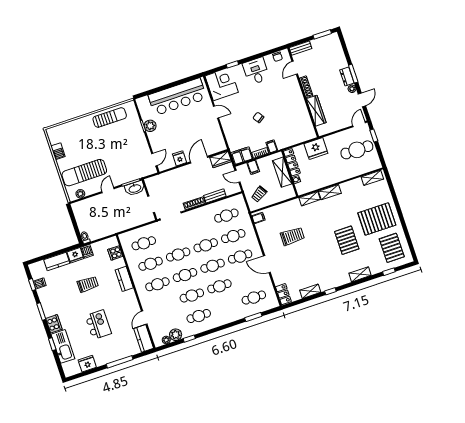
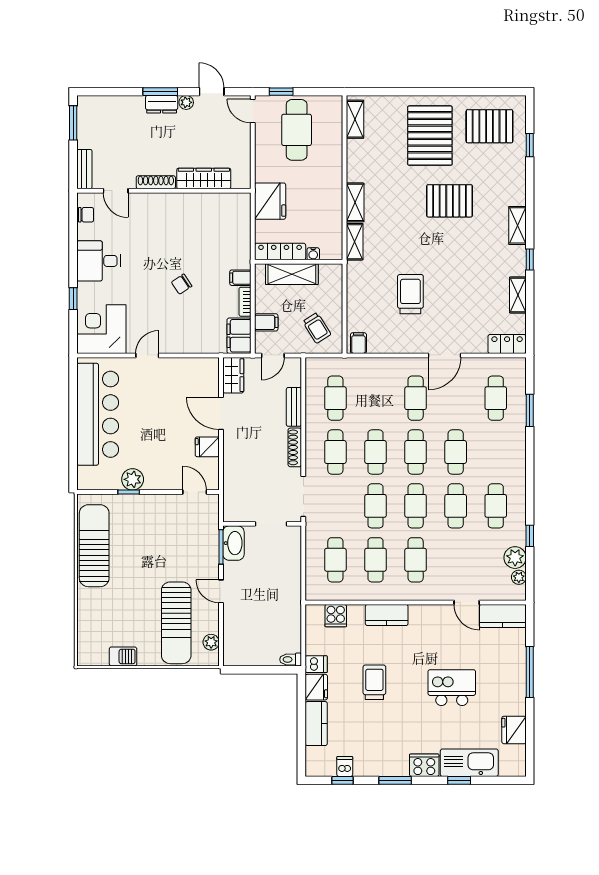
sun lounger: (110, 118) -> (94, 546), width x1.36, depth x1.34
cafe table: (233, 236) -> (335, 452), moved
shelving: (360, 274) -> (517, 225), moved

